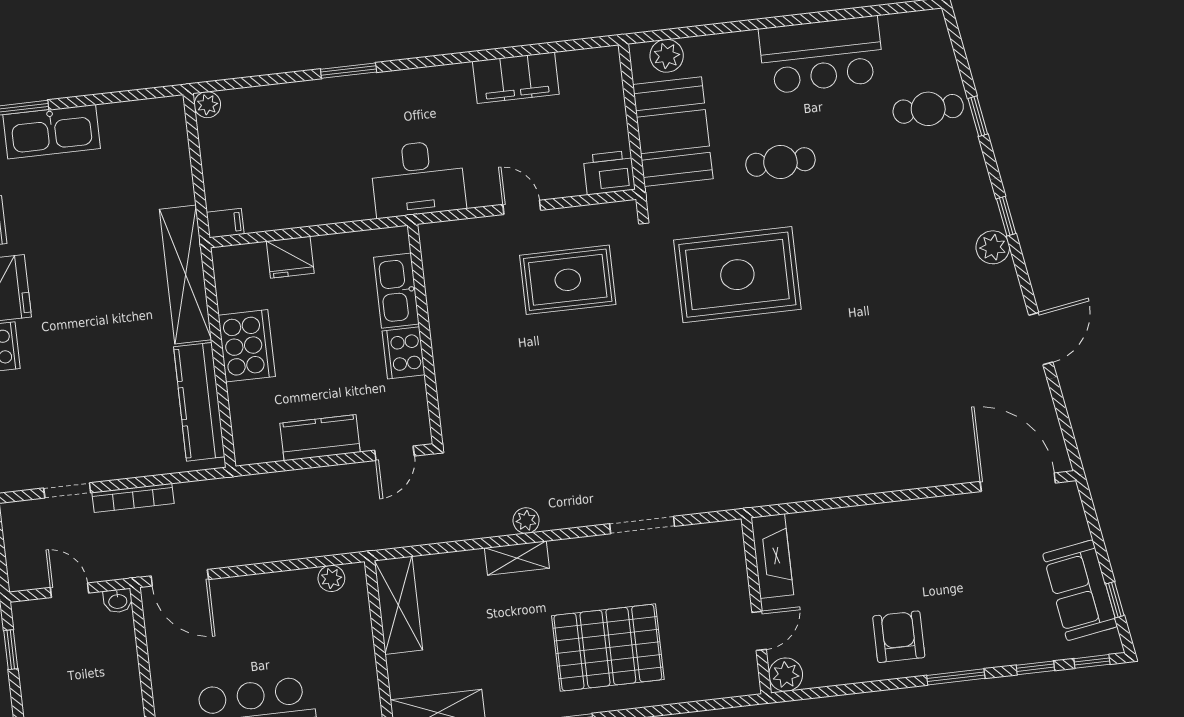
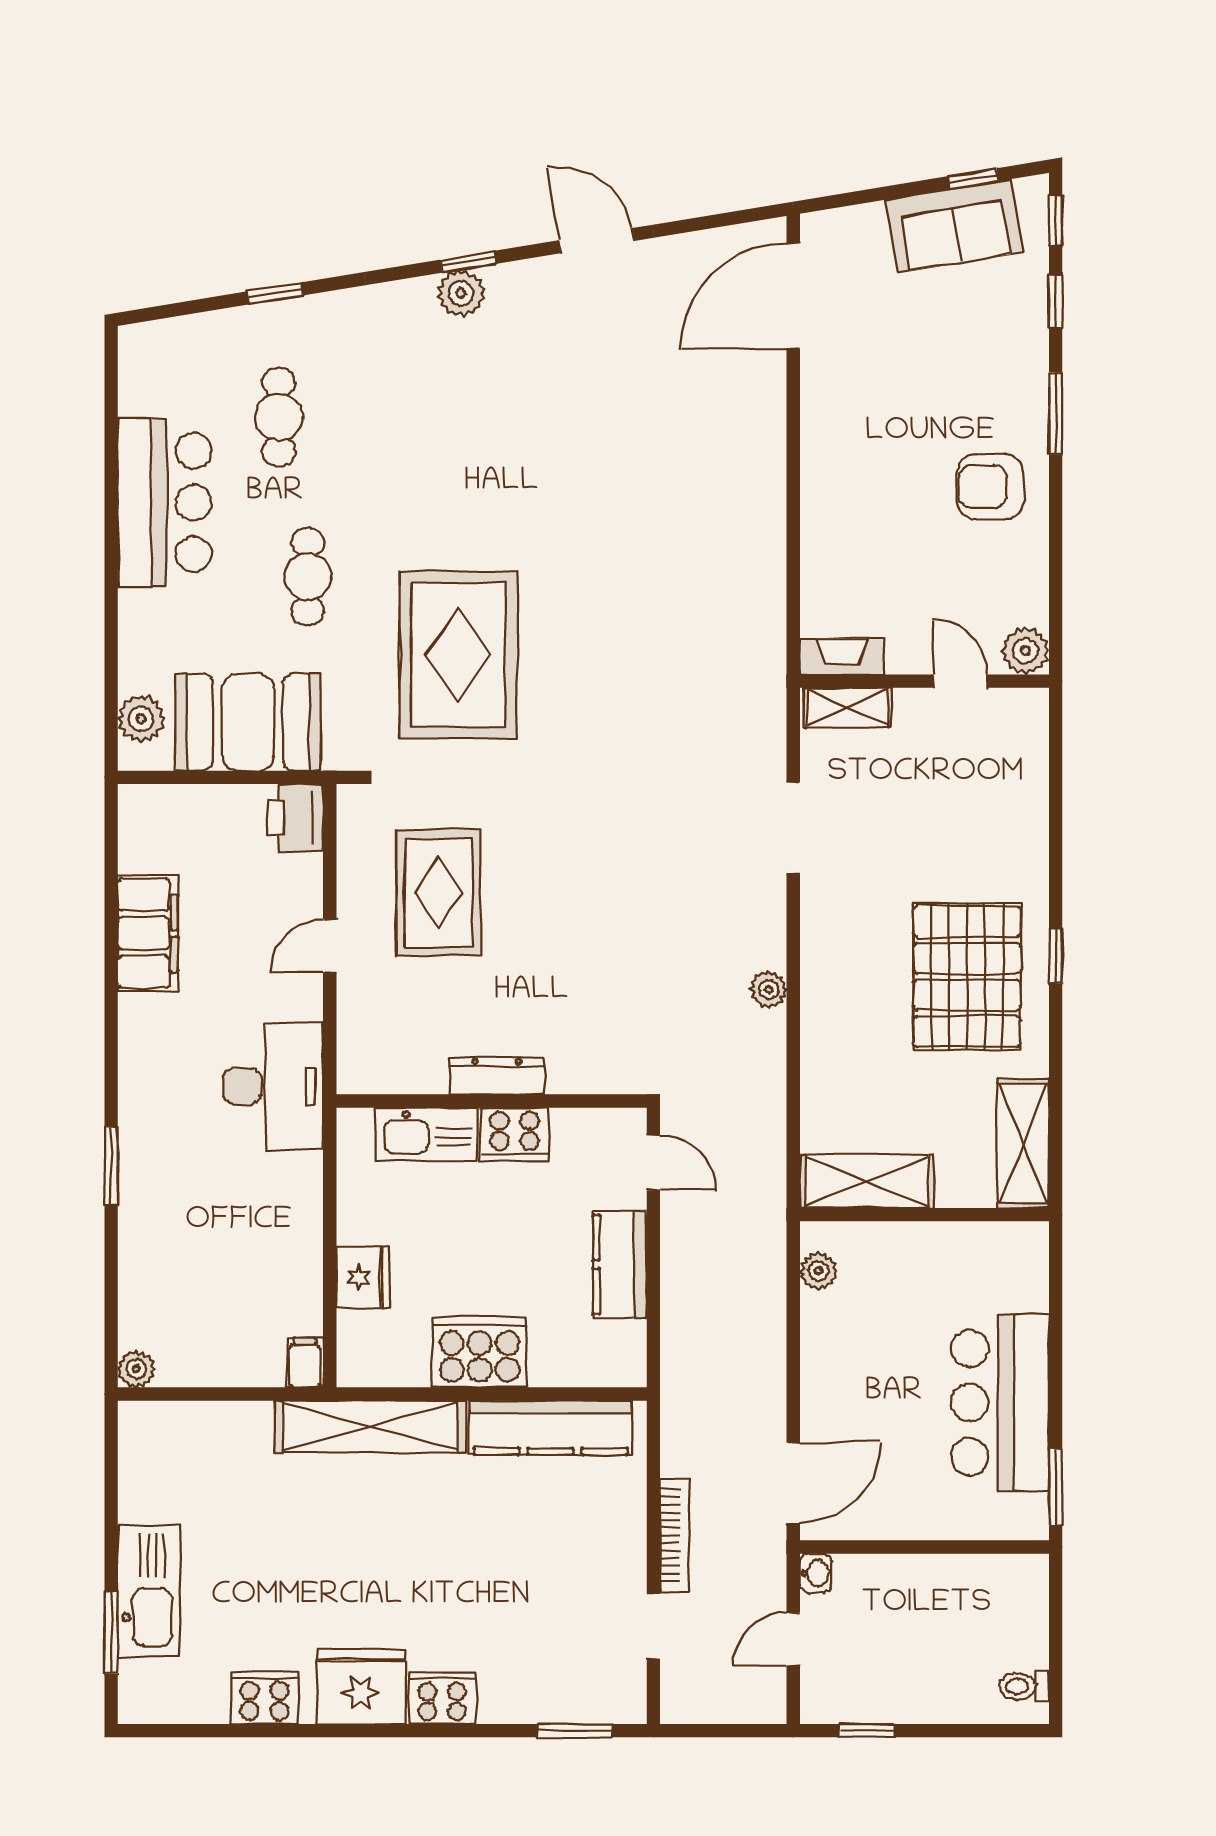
cafe table: (928, 109) -> (279, 417), moved
window: (1006, 216) -> (468, 262), moved
dresser: (443, 336) -> (497, 1076), added
fireplace: (772, 556) -> (842, 657), width x0.73, depth x0.76
shelving: (517, 558) -> (847, 707), moved, turned 90
pallet: (608, 648) -> (967, 977), moved

